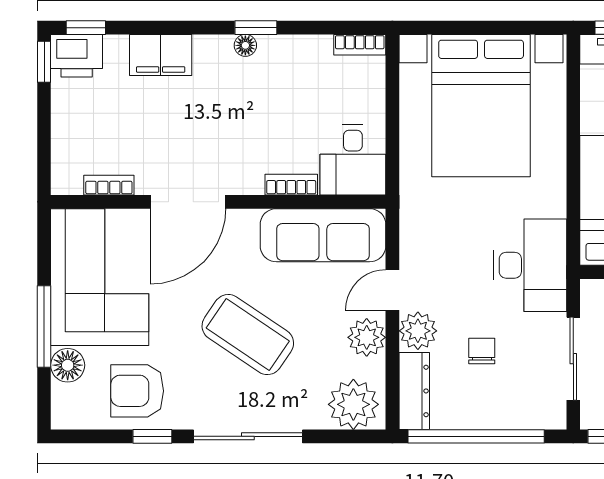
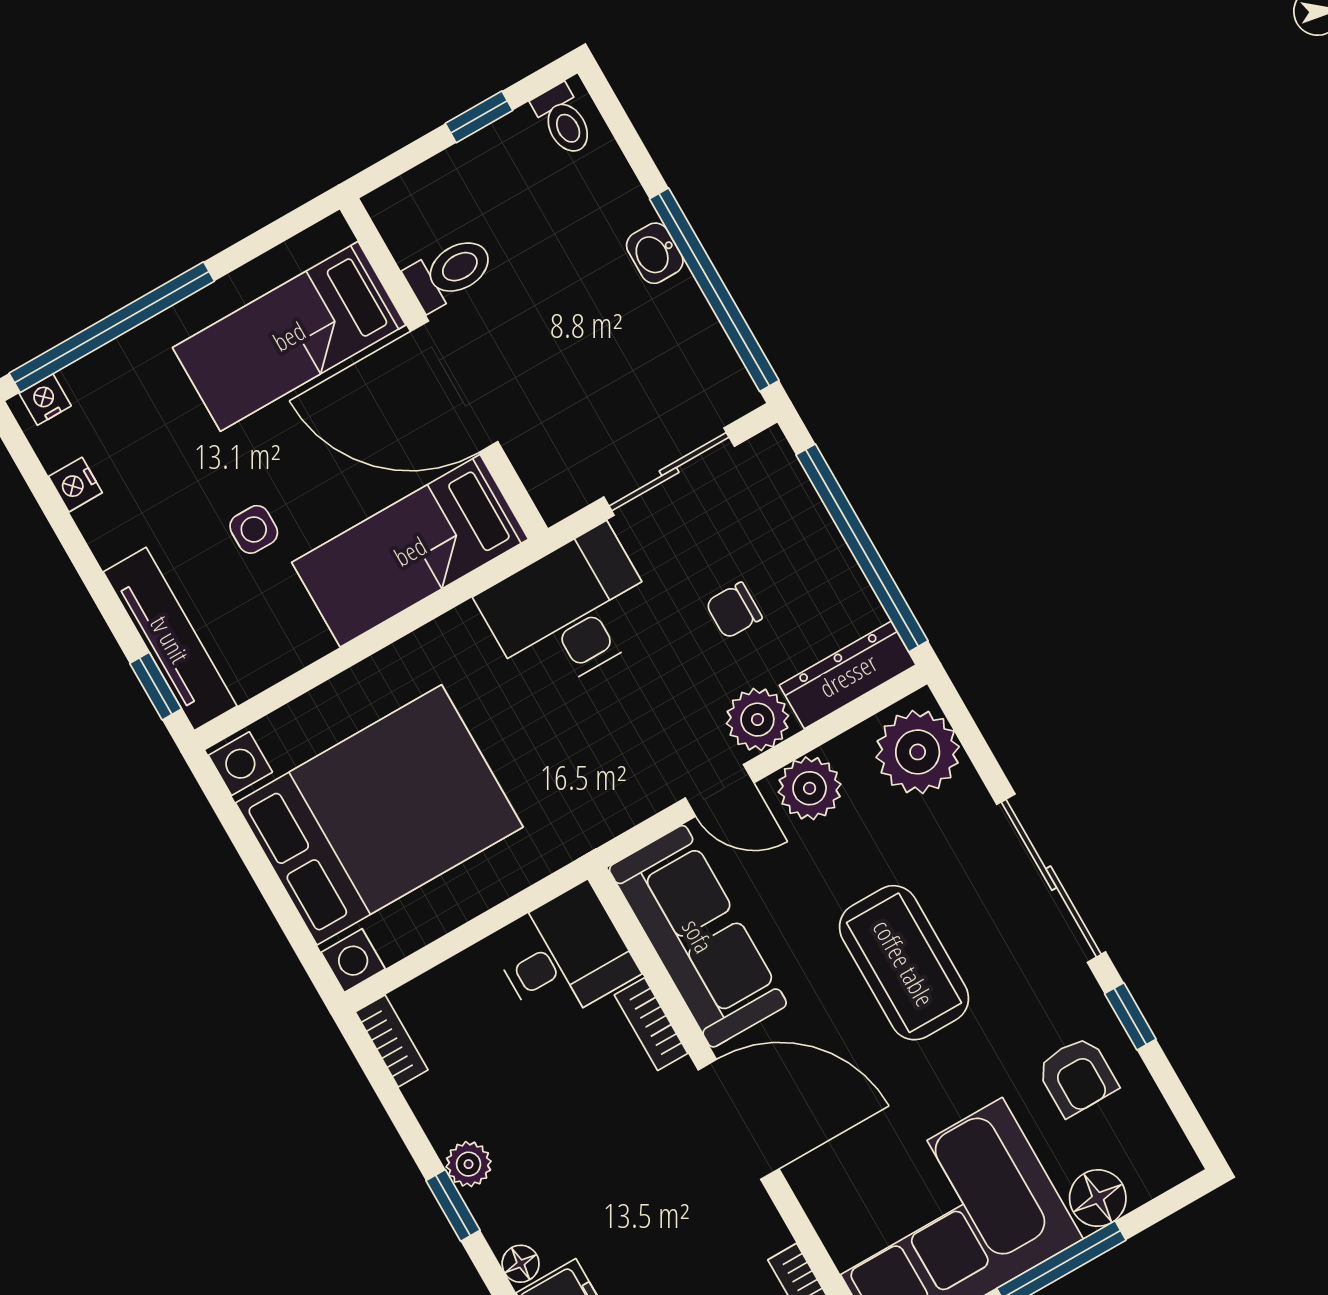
floor lamp: (245, 45) -> (521, 1264), moved
plant: (273, 48) -> (469, 1164), added
door: (188, 202) -> (739, 1119), moved
coffee table: (248, 335) -> (904, 963), turned -34
armchair: (137, 391) -> (1077, 1076), width x0.72, depth x0.72

